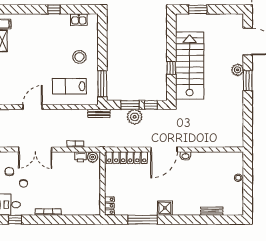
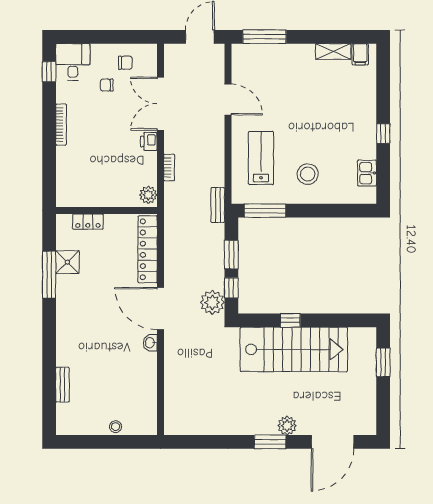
plant: (135, 117) -> (212, 302), moved
printer: (80, 157) -> (149, 141), moved
locker: (109, 206) -> (88, 222), moved
shower: (165, 208) -> (67, 262), moved

